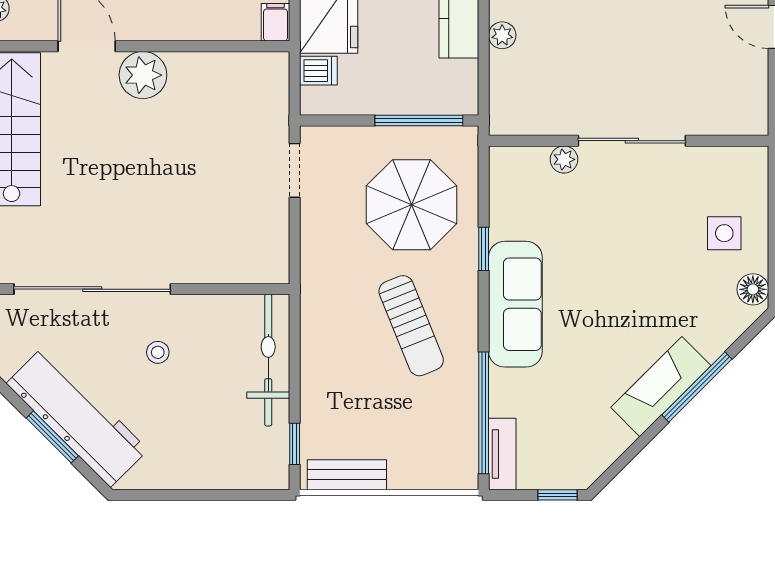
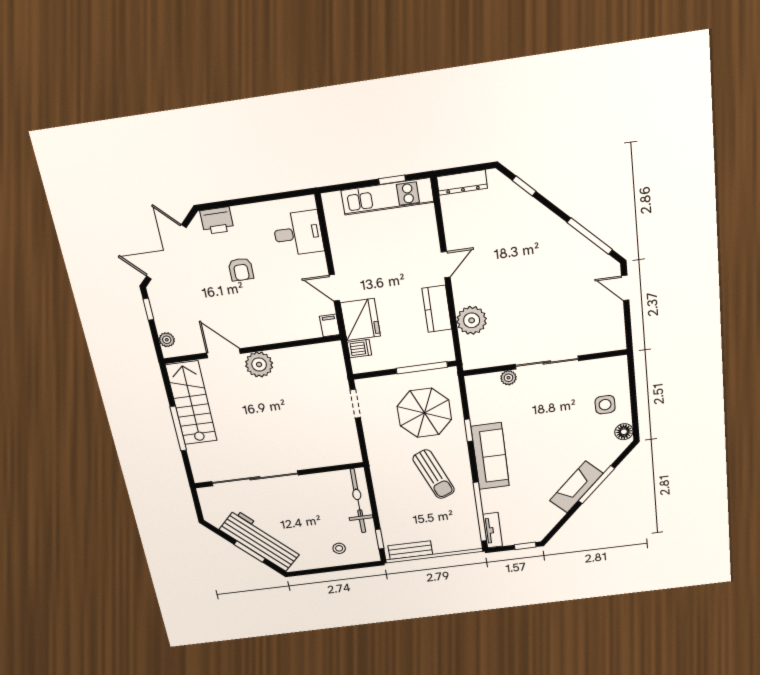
plant: (502, 35) -> (472, 320), width x1.87, depth x1.87
stool: (158, 352) -> (339, 548), moved

